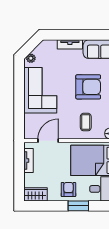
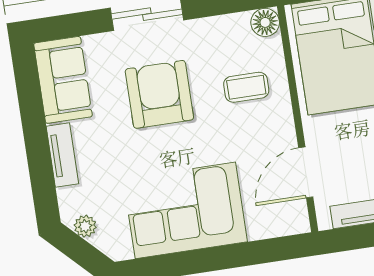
plant: (31, 58) -> (85, 226), moved
door: (48, 141) -> (306, 172), hinge flipped

